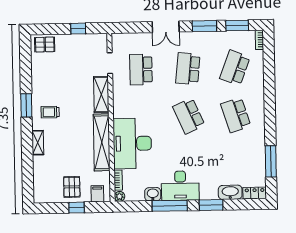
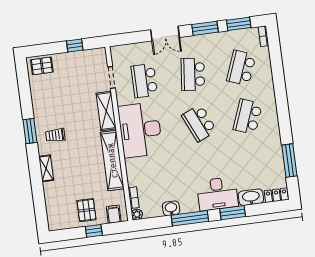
school desk: (236, 115) -> (248, 117), turned 39
desk: (132, 143) -> (140, 130), moved
desk: (180, 186) -> (217, 194), moved

